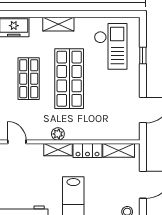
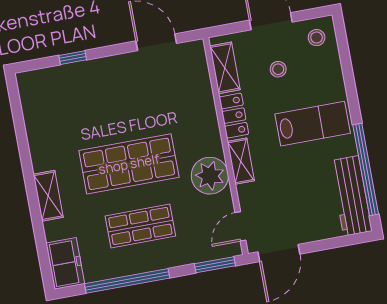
checkout: (111, 46) -> (68, 109), removed
plant: (58, 134) -> (210, 176), width x1.88, depth x1.88
stool: (112, 184) -> (278, 69), added

